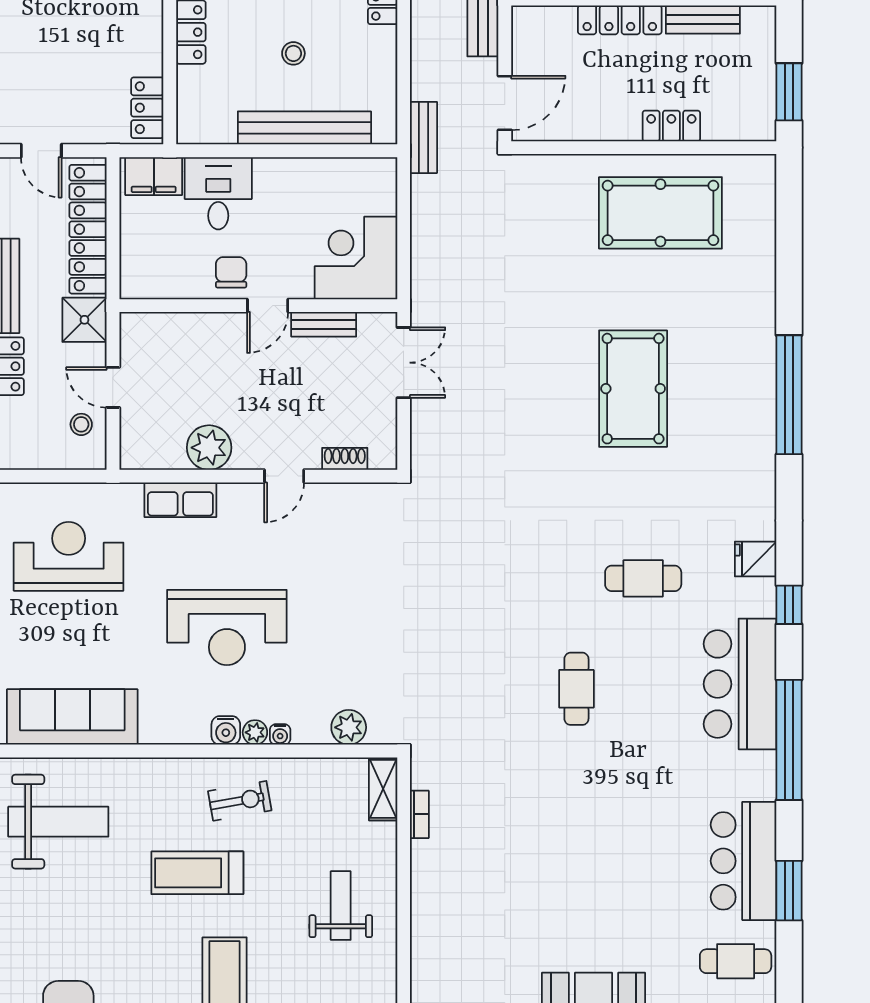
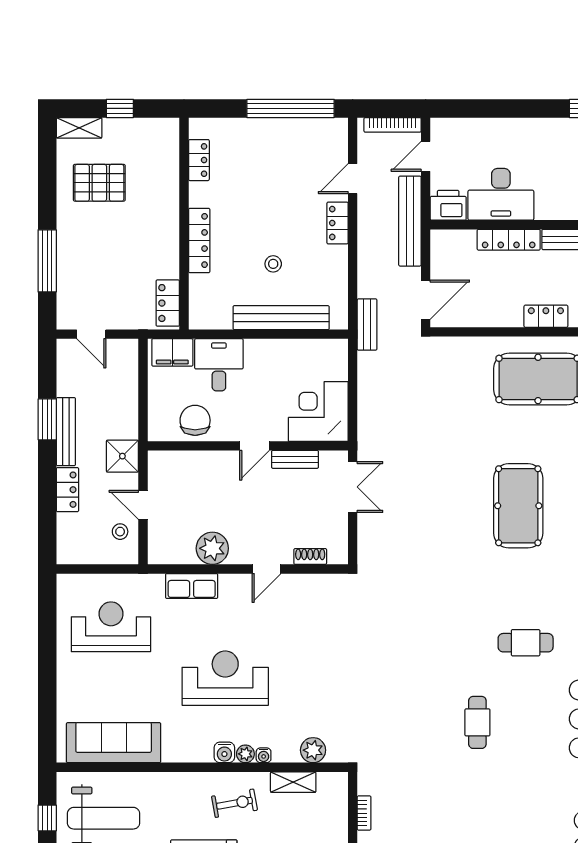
locker: (88, 229) -> (125, 391), removed
chair: (231, 272) -> (195, 420), moved, width x1.37, depth x1.37
reception desk: (227, 628) -> (225, 678), turned 180
shelving: (383, 789) -> (293, 782), moved, turned 90

